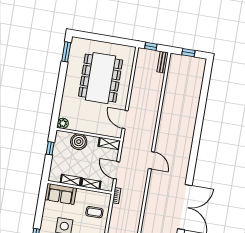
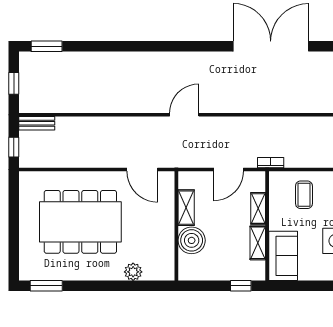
window: (207, 76) -> (47, 46), added
door: (125, 120) -> (142, 169), hinge flipped
plant: (63, 123) -> (133, 272), moved
shelving: (109, 143) -> (186, 208), moved
window: (50, 148) -> (241, 286), moved
door: (151, 160) -> (184, 115), moved

